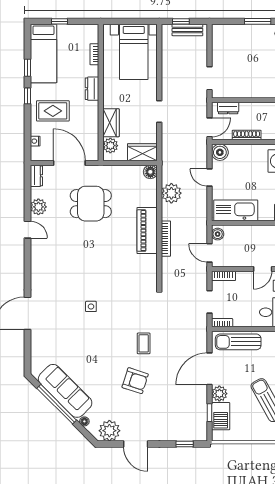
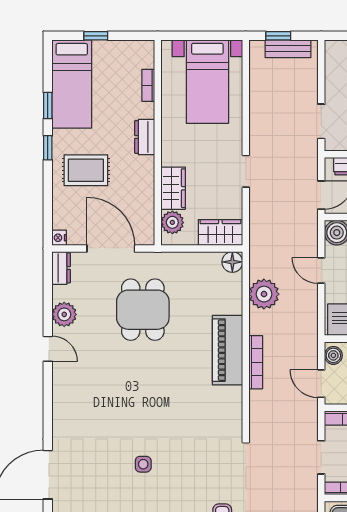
nightstand: (35, 141) -> (59, 238), moved
dining table: (91, 204) -> (143, 310), turned 90

